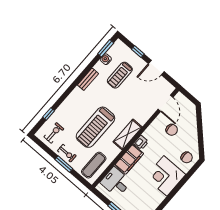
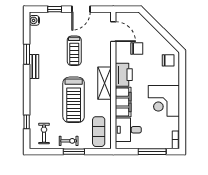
window: (106, 48) -> (27, 54), moved
water cooler: (106, 59) -> (34, 20), moved
treadmill: (120, 75) -> (74, 51), moved
printer: (141, 142) -> (124, 75), width x1.87, depth x1.48
corner desk: (165, 176) -> (164, 101), moved

